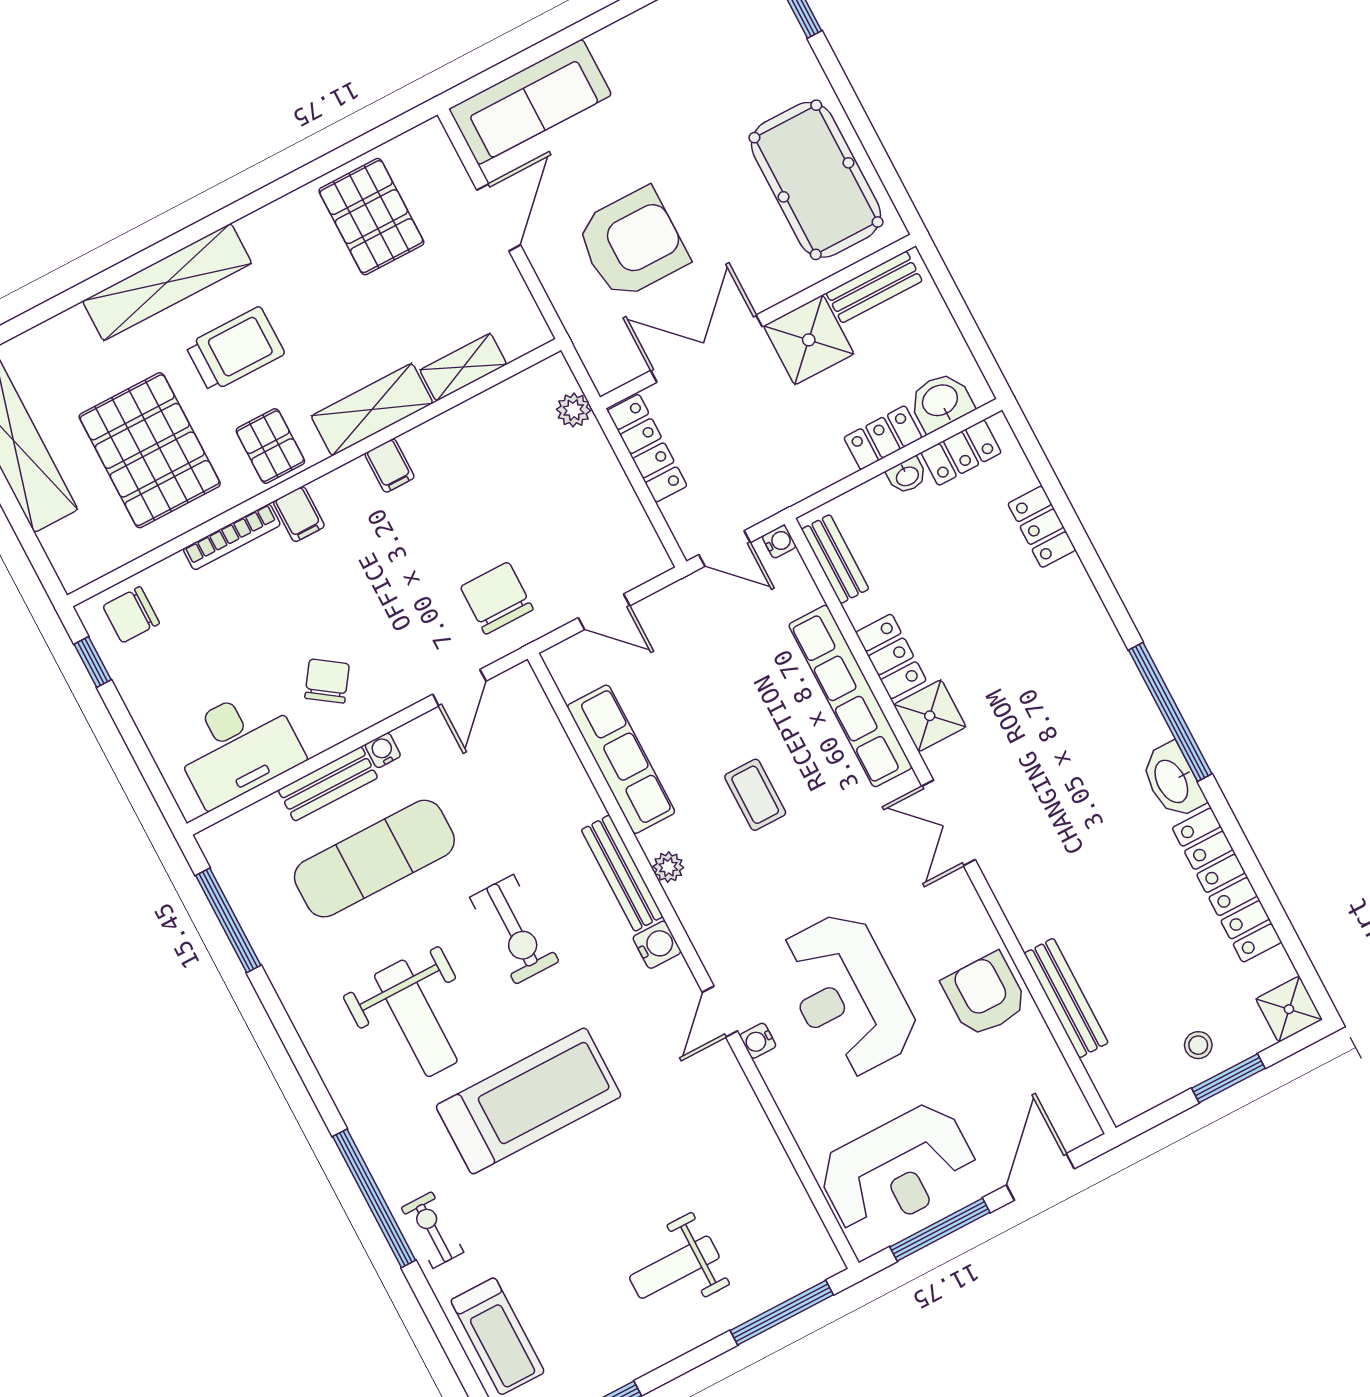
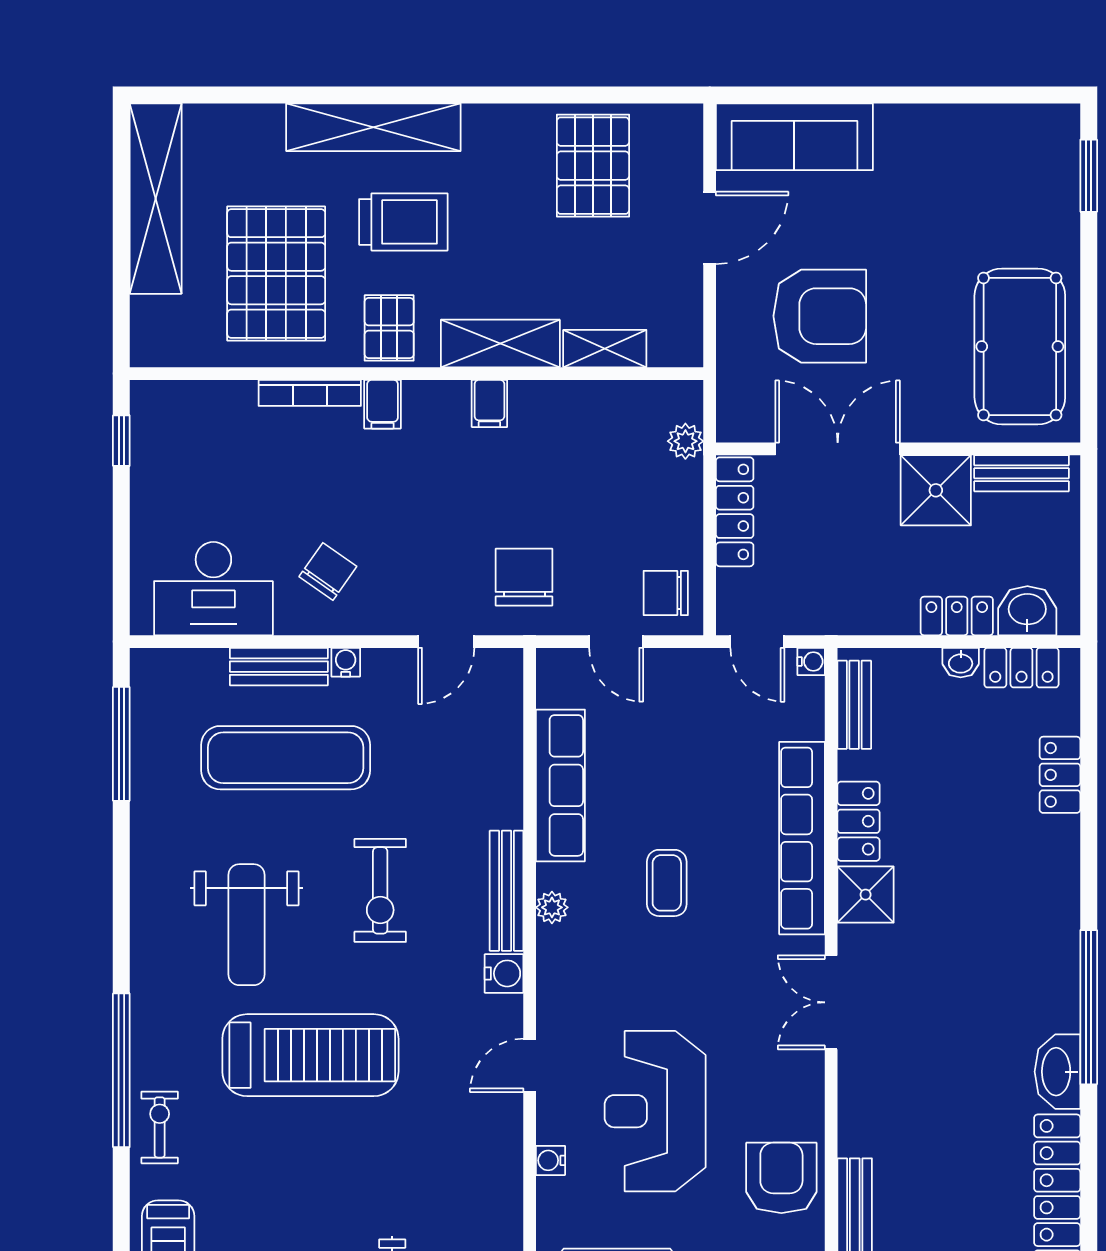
chair: (131, 615) -> (666, 593), moved
water cooler: (758, 1041) -> (550, 1160), moved

